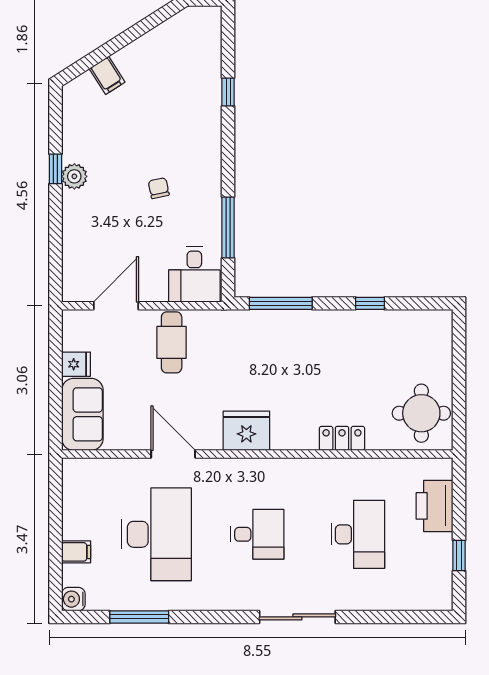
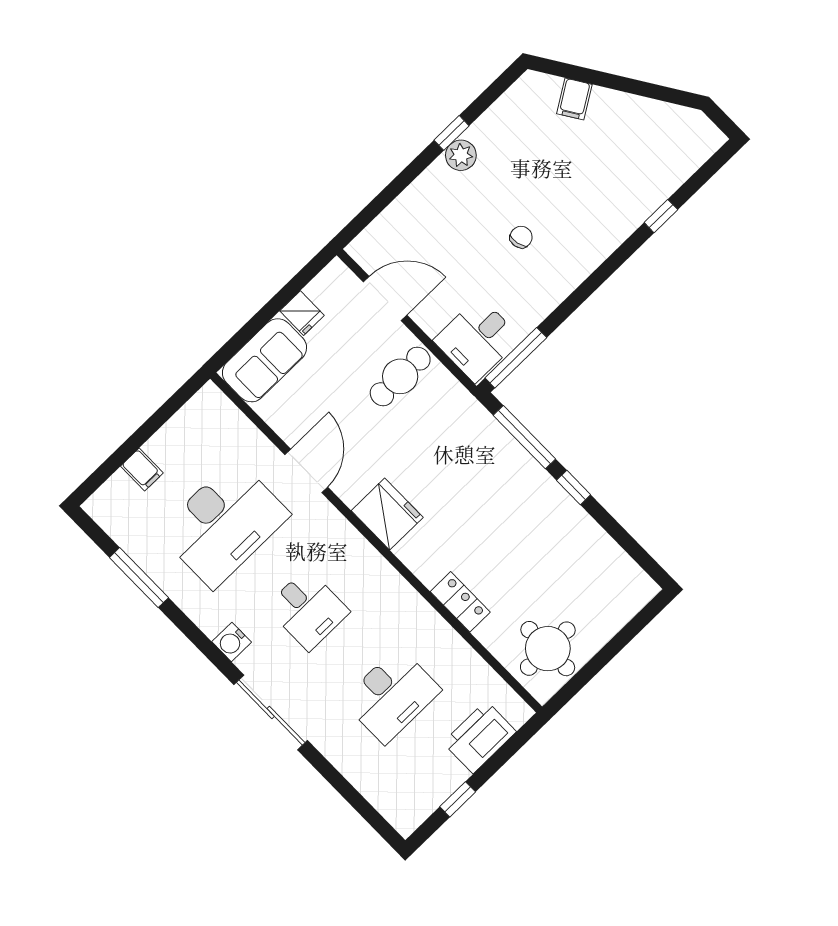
window: (228, 227) -> (516, 358), moved
window: (370, 303) -> (574, 487), moved
water cooler: (73, 599) -> (232, 642), moved, turned -90

